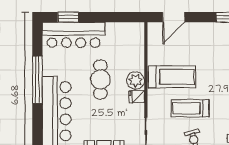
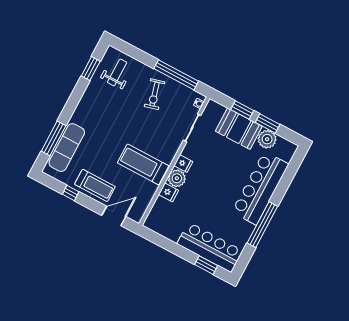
fridge: (136, 64) -> (168, 192), added
cafe table: (100, 79) -> (207, 196), removed
treadmill: (190, 108) -> (95, 185), moved

